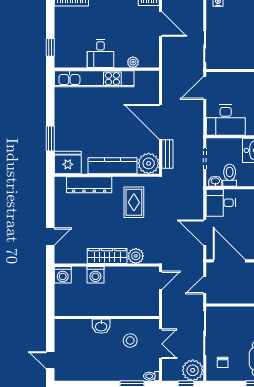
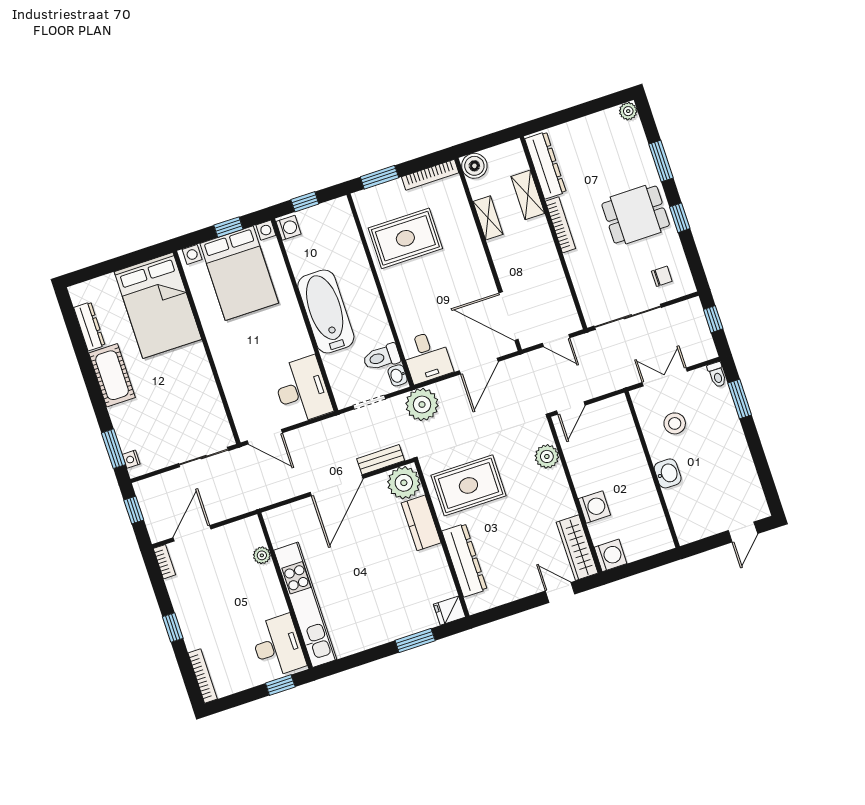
desk: (100, 54) -> (278, 646), moved, width x1.37
fridge: (68, 163) -> (449, 611), width x0.53, depth x0.75
kitchen counter: (113, 166) -> (421, 523), width x0.67
rug: (134, 202) -> (468, 485), width x1.36, depth x1.43
wardrobe: (107, 256) -> (577, 548), moved
door: (229, 261) -> (509, 316), hinge flipped
door: (161, 280) -> (571, 408), swing flipped
plant: (193, 370) -> (422, 404), moved

